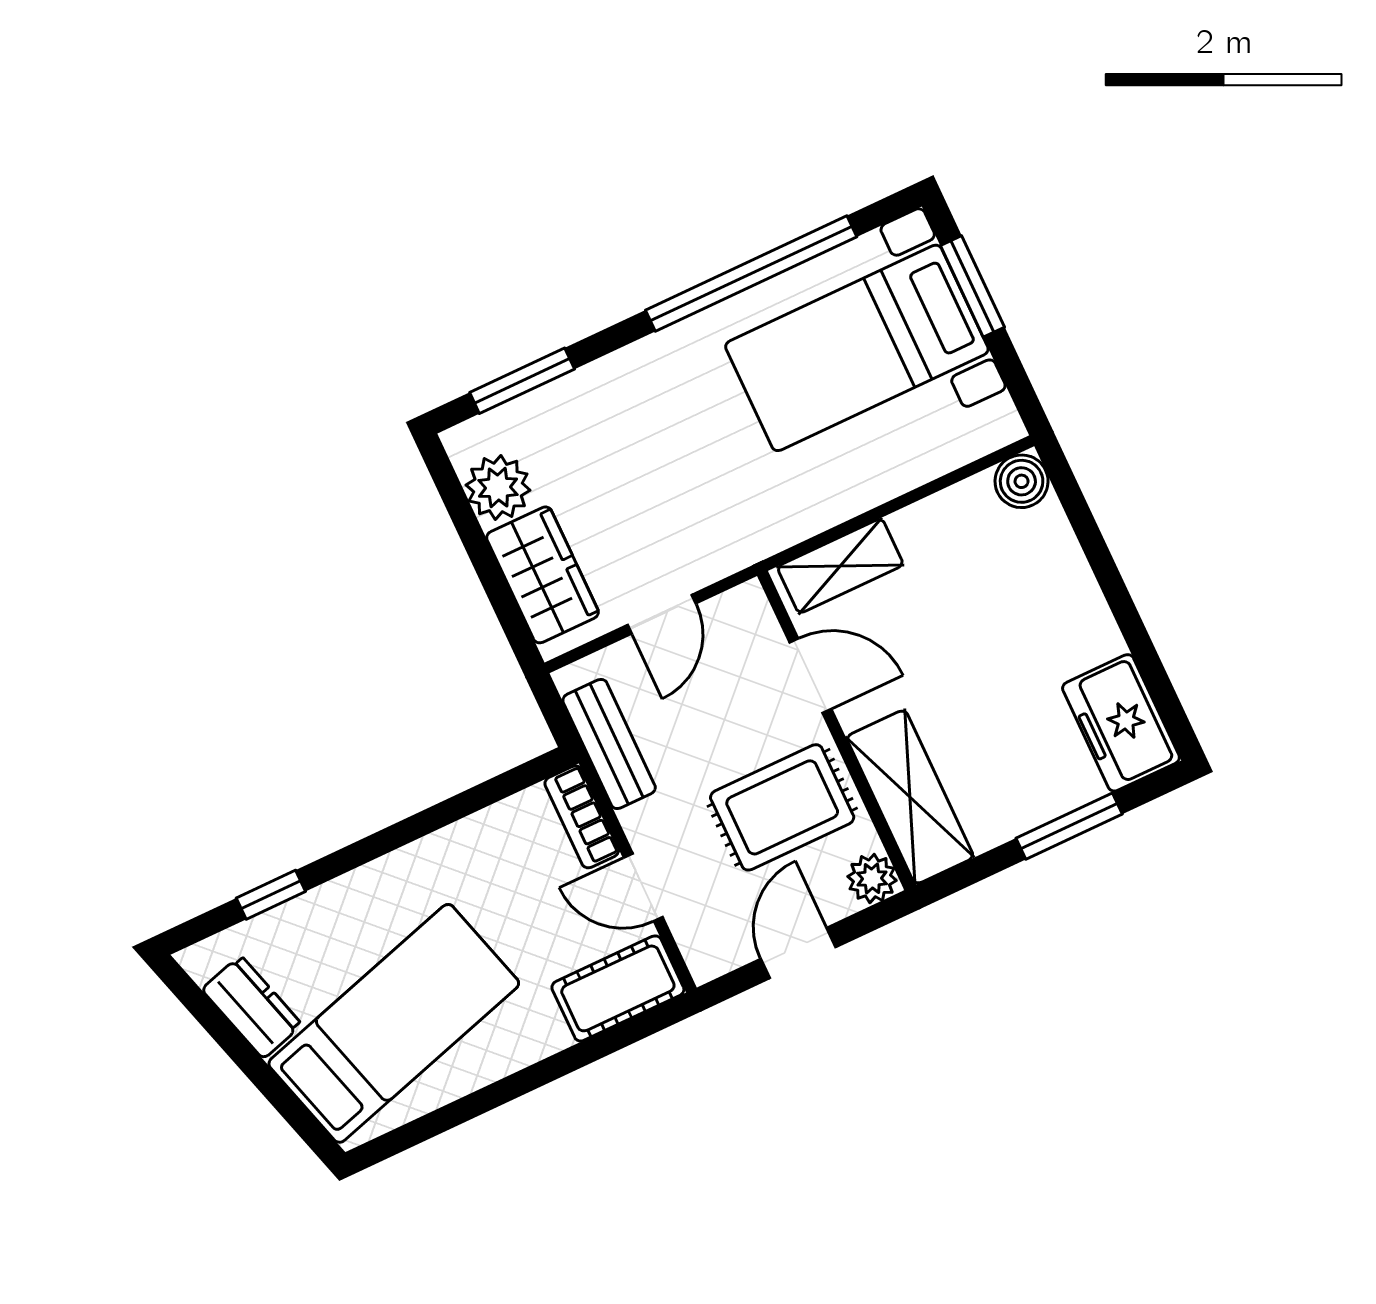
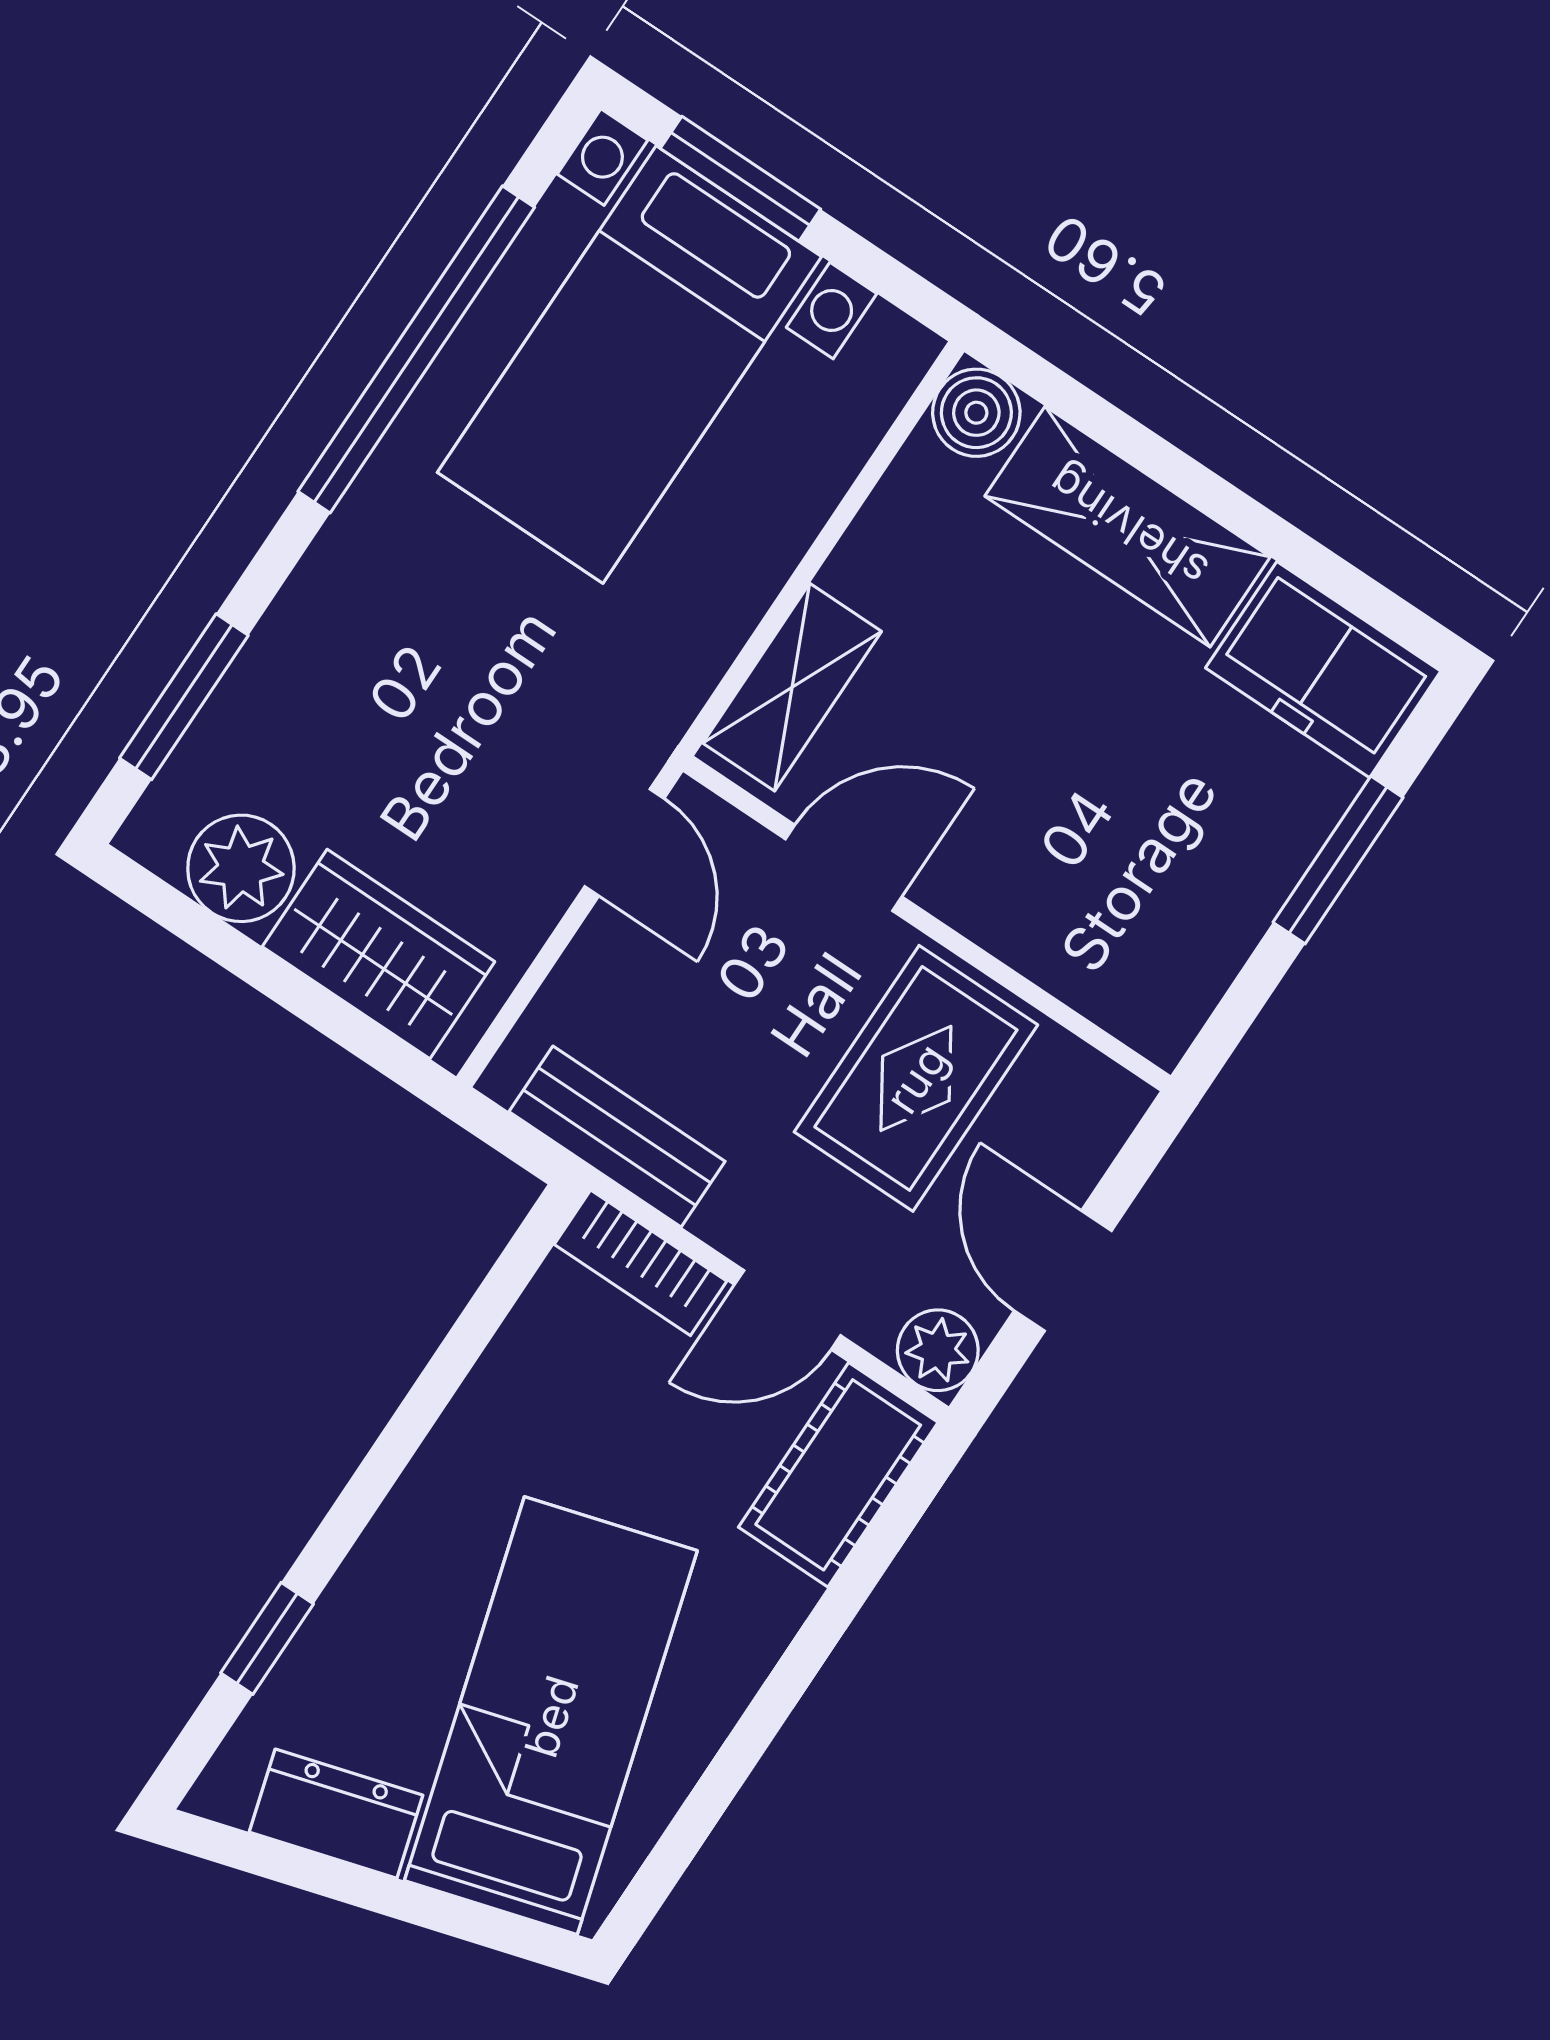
door: (662, 614) -> (624, 842), moved
shelving: (910, 797) -> (1128, 527), moved
plant: (872, 878) -> (938, 1350), moved

